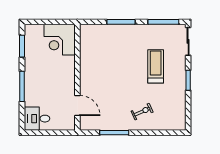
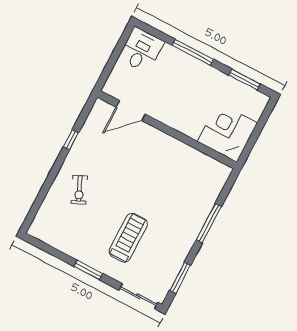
window: (163, 22) -> (180, 278), width x0.69
treadmill: (156, 66) -> (128, 238), turned -90
window: (114, 133) -> (71, 140), width x0.46

